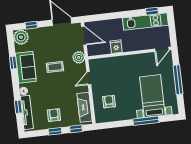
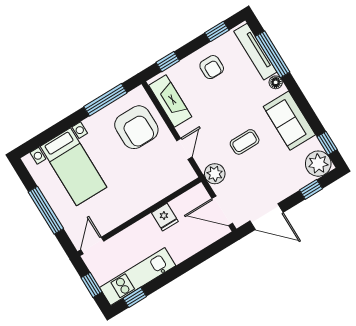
window: (172, 29) -> (92, 285), added
window: (13, 63) -> (327, 143), moved
armchair: (109, 102) -> (136, 127), width x1.88, depth x1.88
window: (18, 107) -> (273, 54), width x2.17
window: (146, 121) -> (105, 100), moved
window: (55, 131) -> (217, 31), moved

